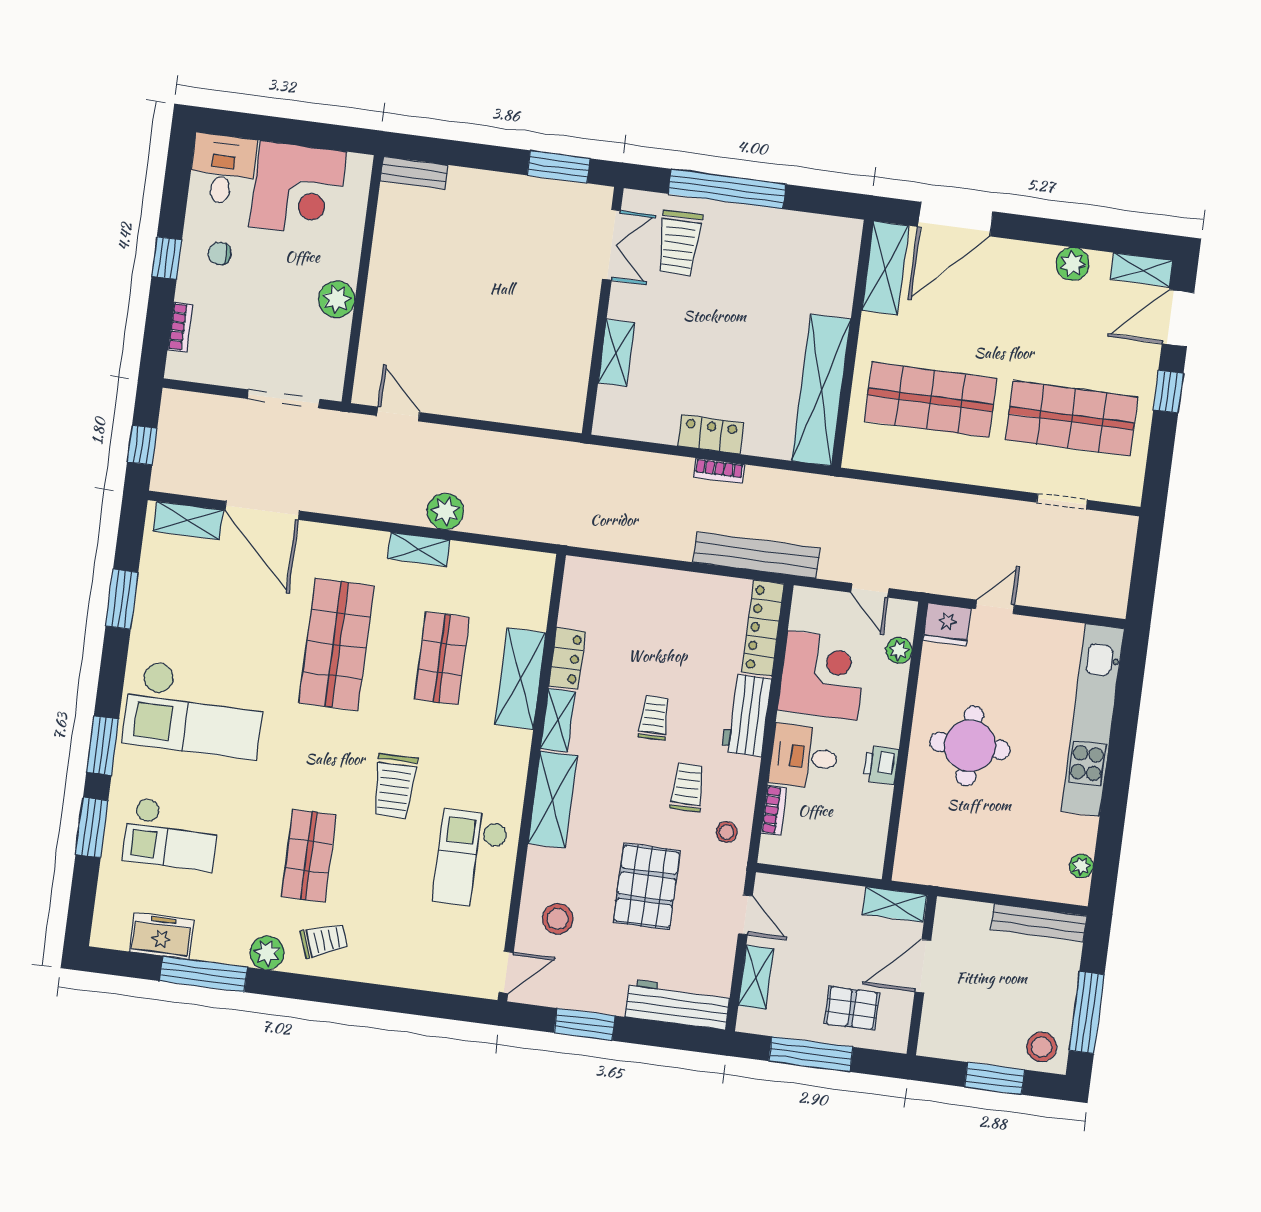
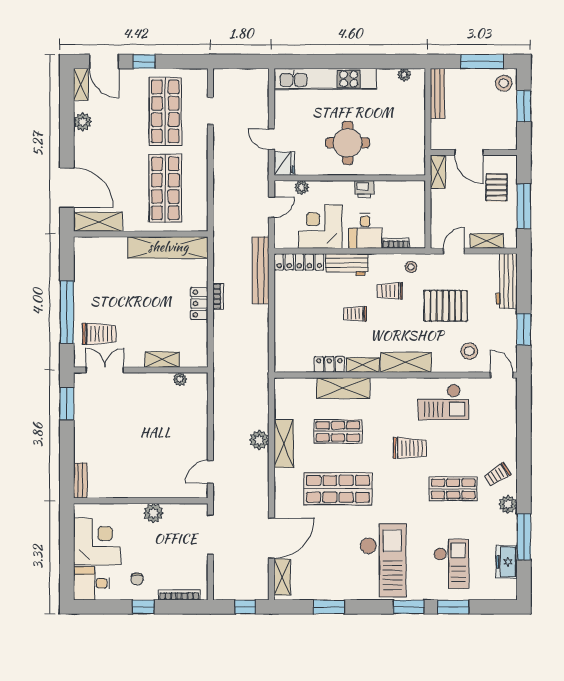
bookcase: (180, 327) -> (179, 595), width x1.56
plant: (576, 381) -> (180, 379), added
shelving: (419, 549) -> (284, 443), width x1.50, depth x1.33
trolley: (324, 940) -> (497, 475), turned -102

